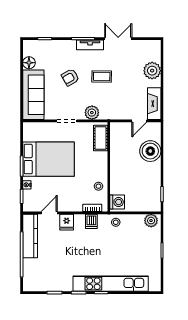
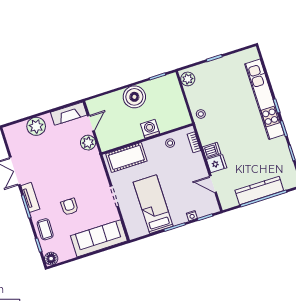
floor lamp: (29, 63) -> (51, 259), moved
coffee table: (102, 76) -> (45, 229), moved
armchair: (70, 77) -> (69, 207), turned -150
plant: (92, 113) -> (88, 143), moved
door: (139, 121) -> (91, 123), hinge flipped
cot: (101, 138) -> (126, 157), width x1.37, depth x1.34
boiler: (150, 151) -> (134, 97), moved
bed: (48, 159) -> (153, 204), width x0.67
washing machine: (117, 202) -> (150, 129), moved
dishwasher: (91, 221) -> (212, 150), moved
kitchen counter: (30, 236) -> (259, 190), moved

